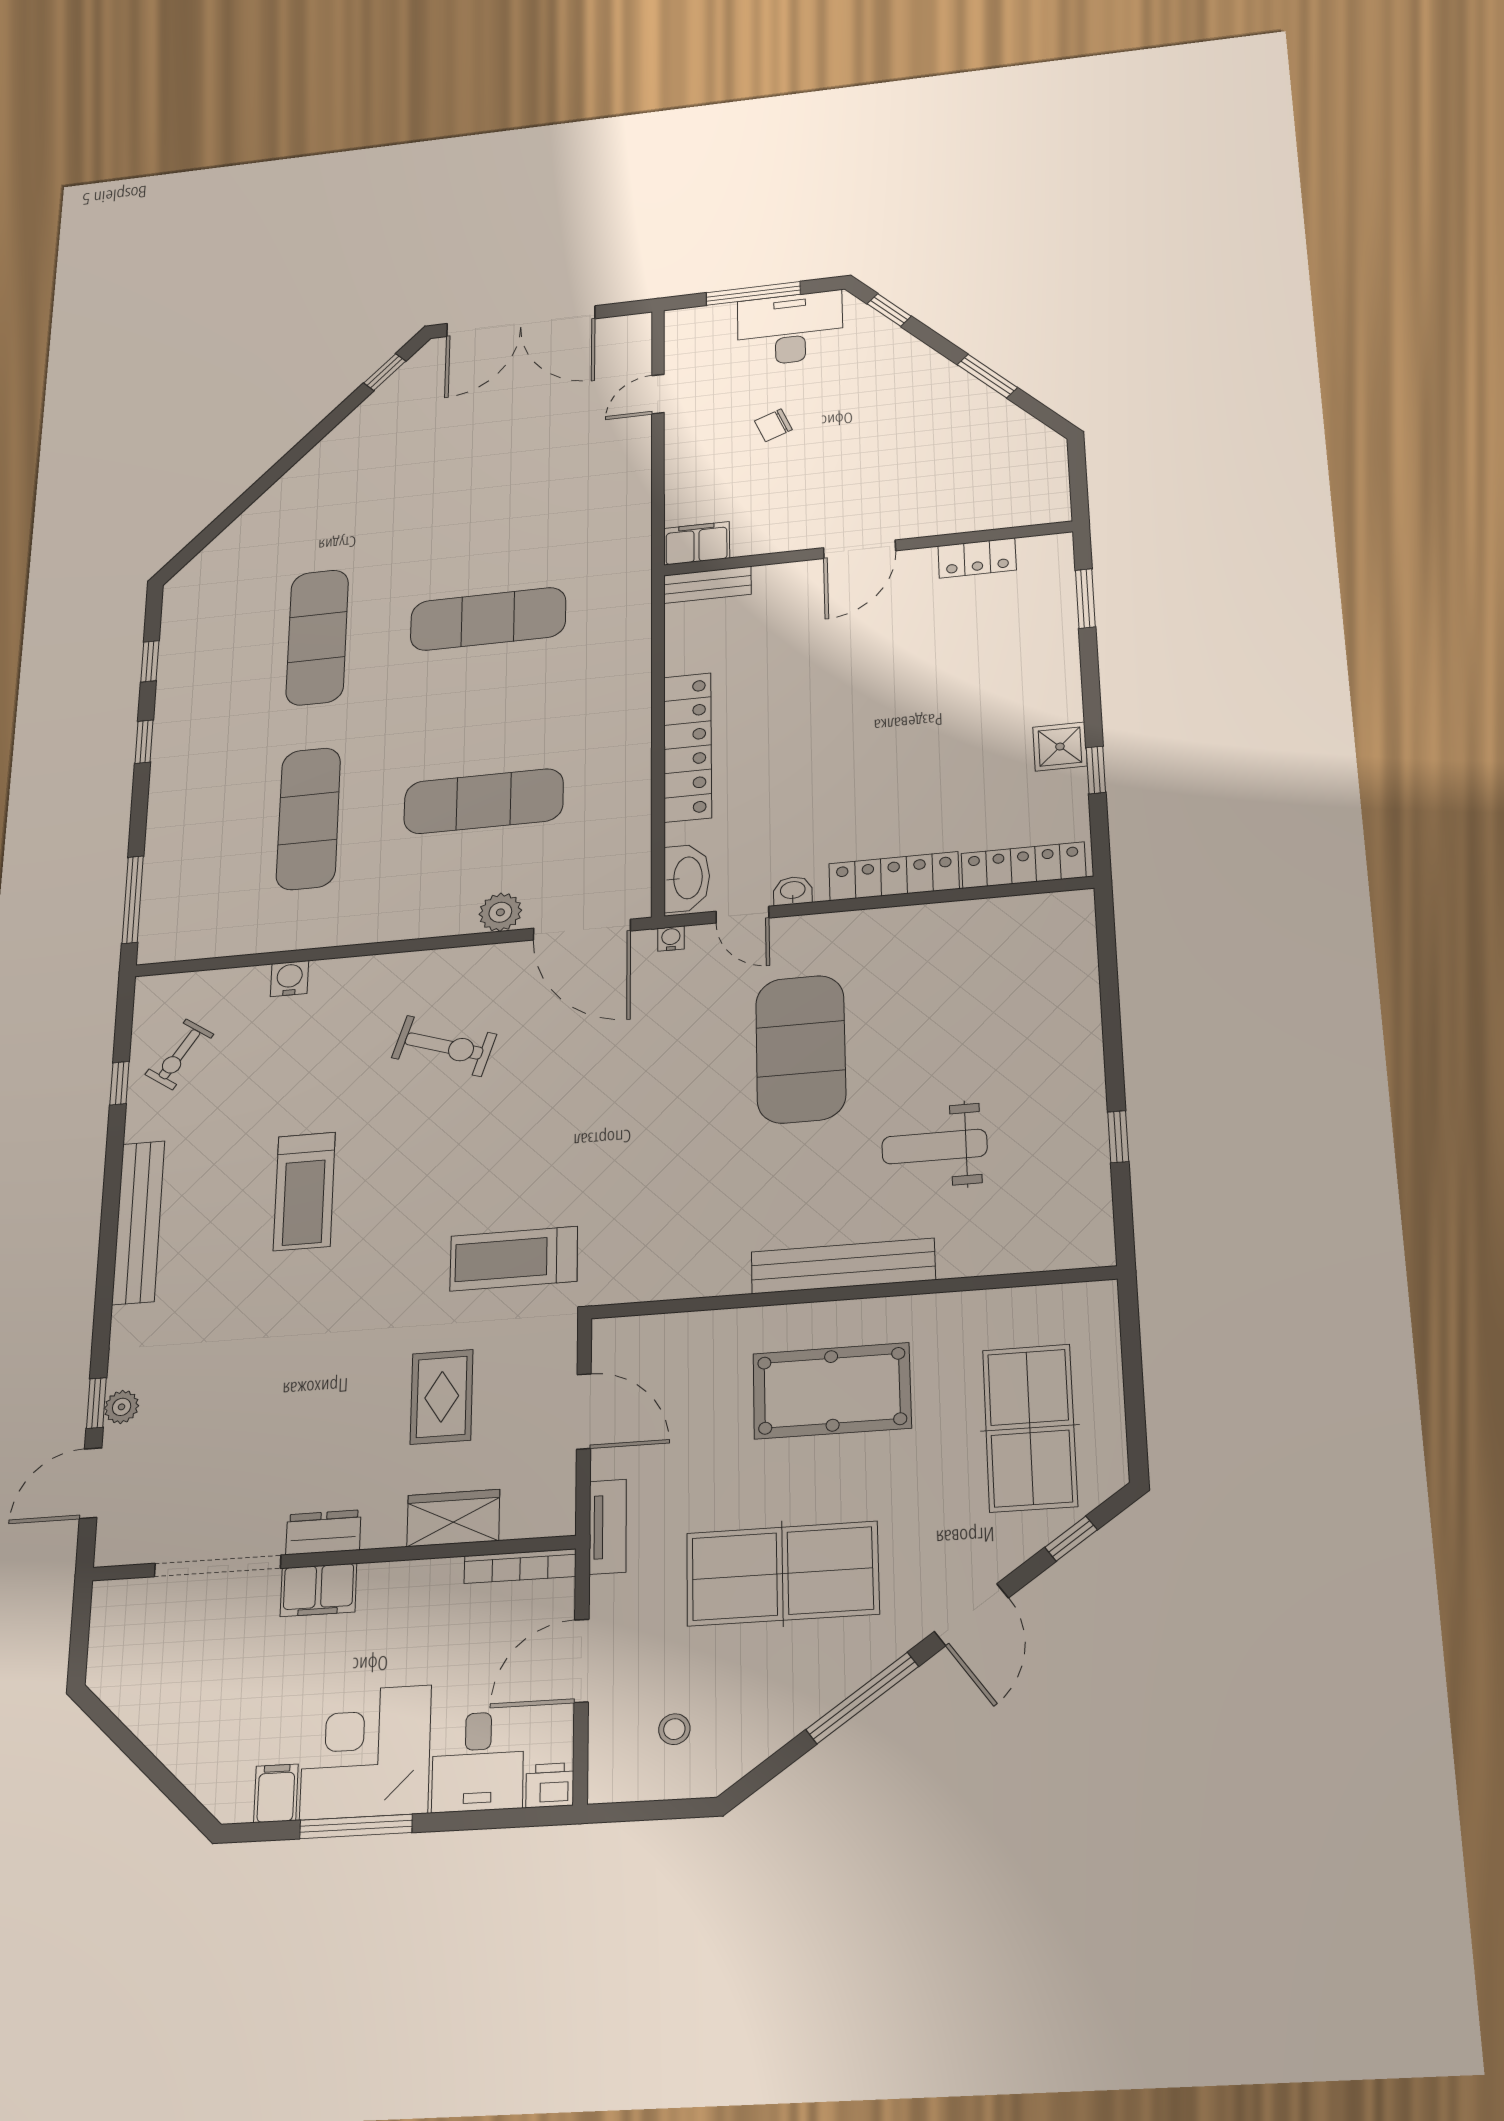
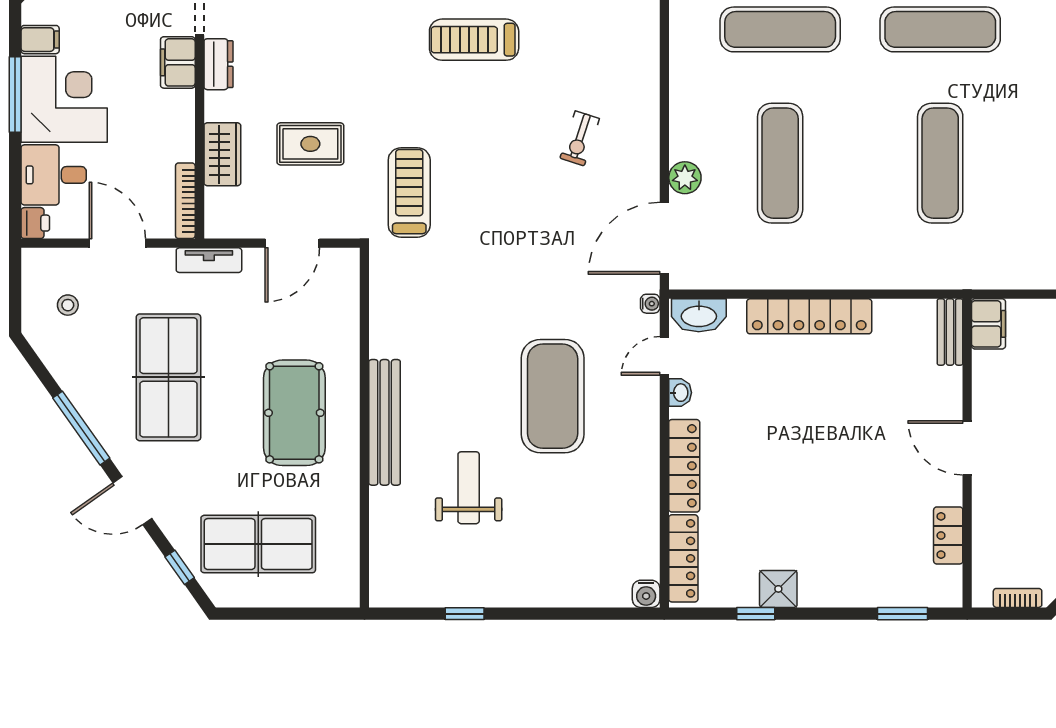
bookcase: (1057, 472) -> (1018, 598), added
water cooler: (290, 979) -> (646, 594), moved, turned 90
exercise bike: (444, 1046) -> (580, 138), width x0.73, depth x0.72
exercise mat: (801, 1049) -> (553, 396), turned 90

